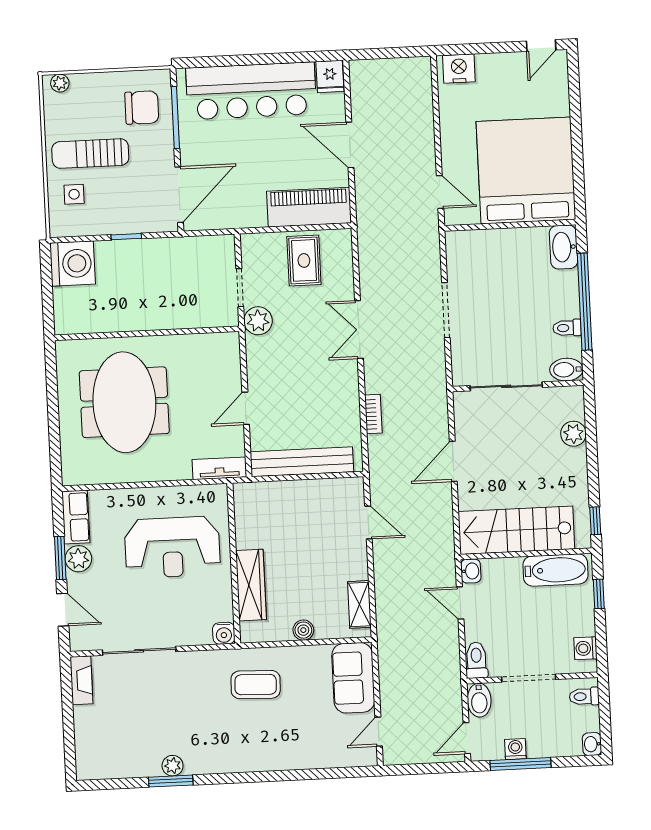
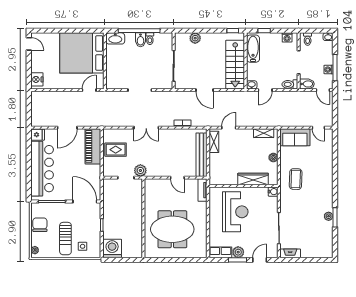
chair: (142, 108) -> (40, 225), moved
bidet: (566, 370) -> (140, 40), moved
shelving: (333, 489) -> (214, 142), added

